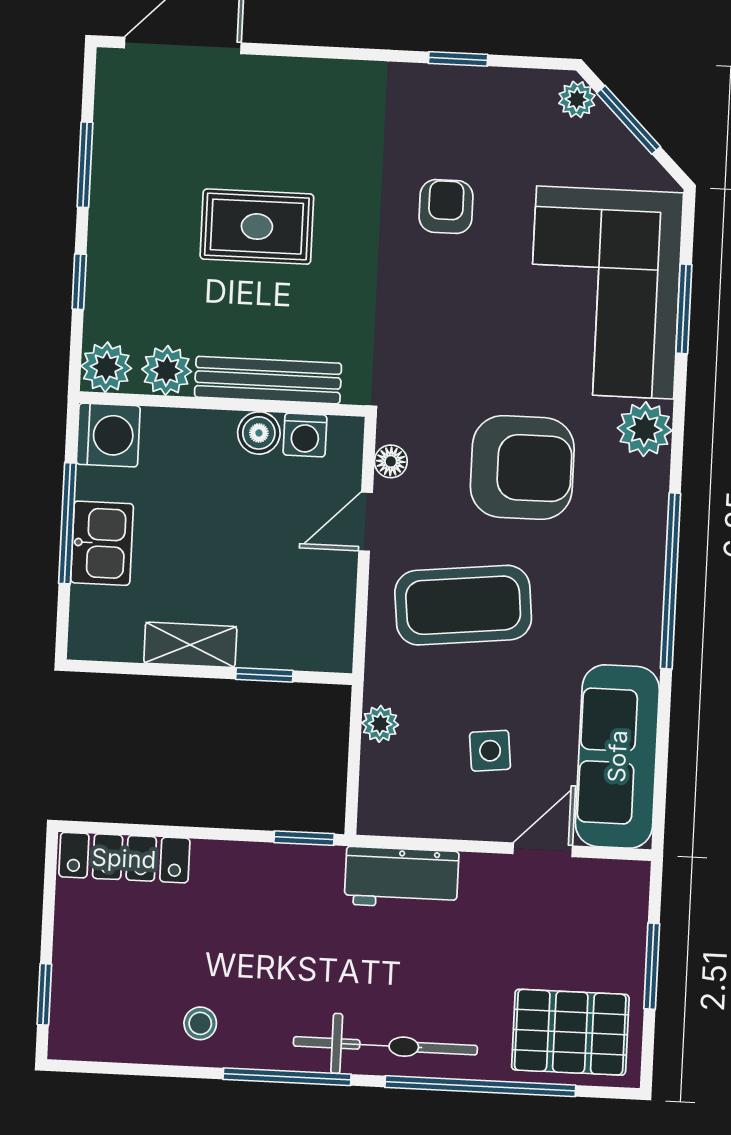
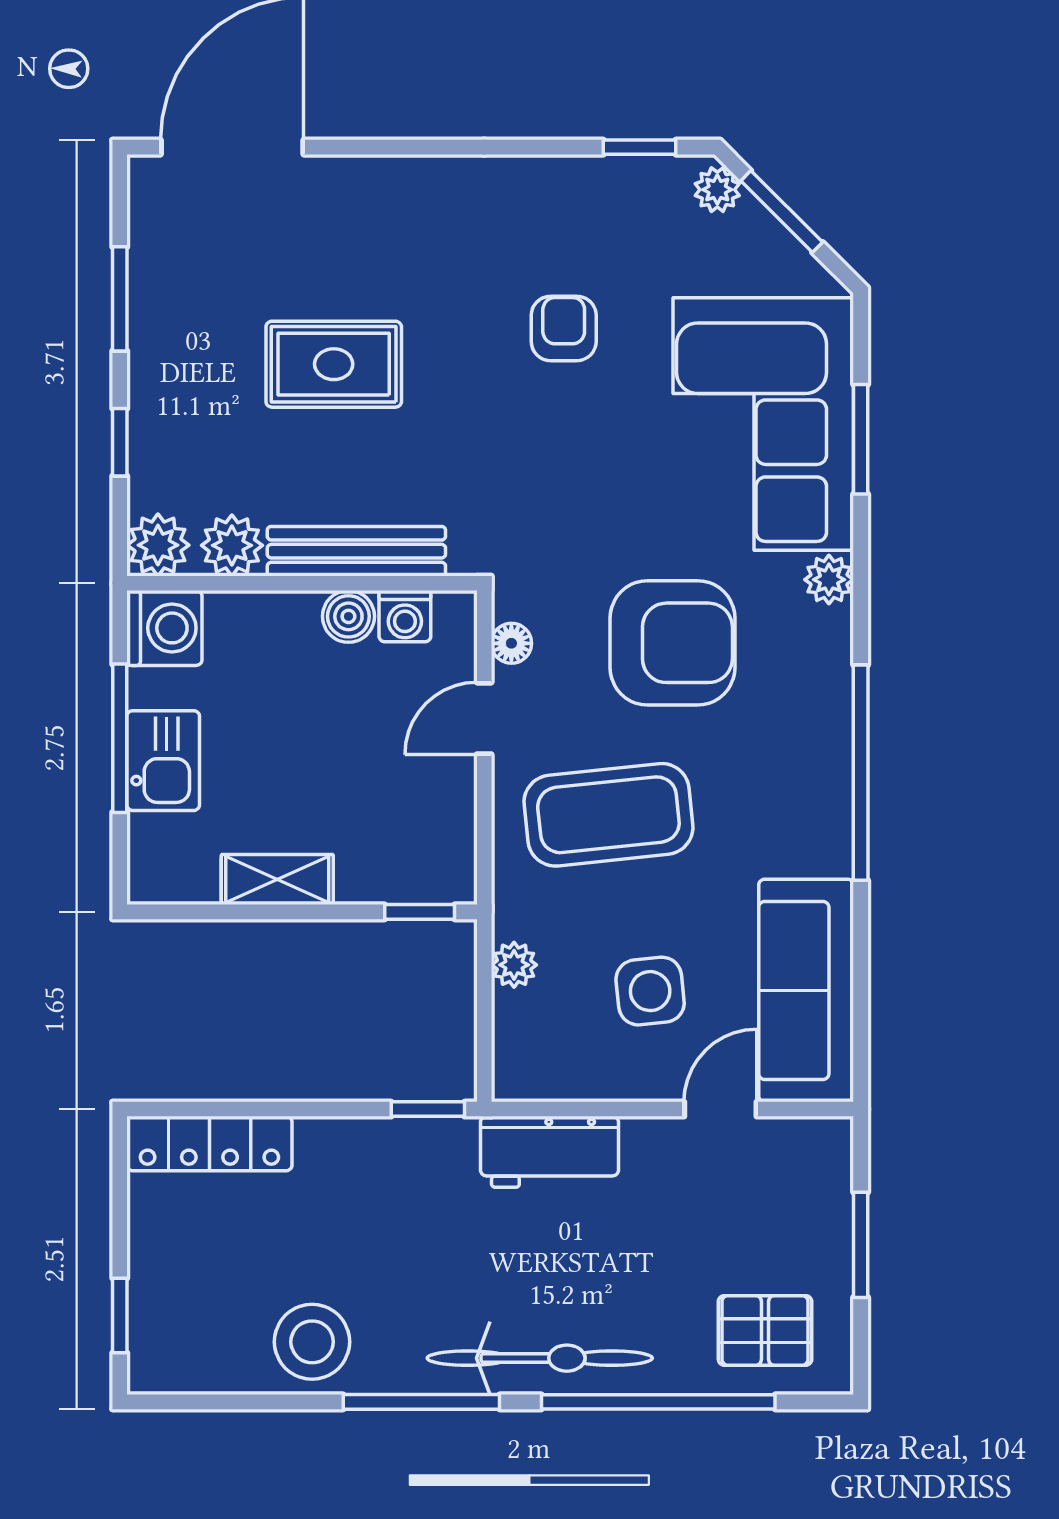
window: (458, 59) -> (640, 147), moved
plant: (645, 429) -> (829, 580), width x0.73, depth x0.73
window: (264, 675) -> (420, 912), moved
side table: (490, 751) -> (650, 991), width x1.37, depth x1.37
stool: (200, 1023) -> (312, 1342), width x1.89, depth x1.89
pallet: (570, 1032) -> (765, 1330), width x0.67, depth x0.71

